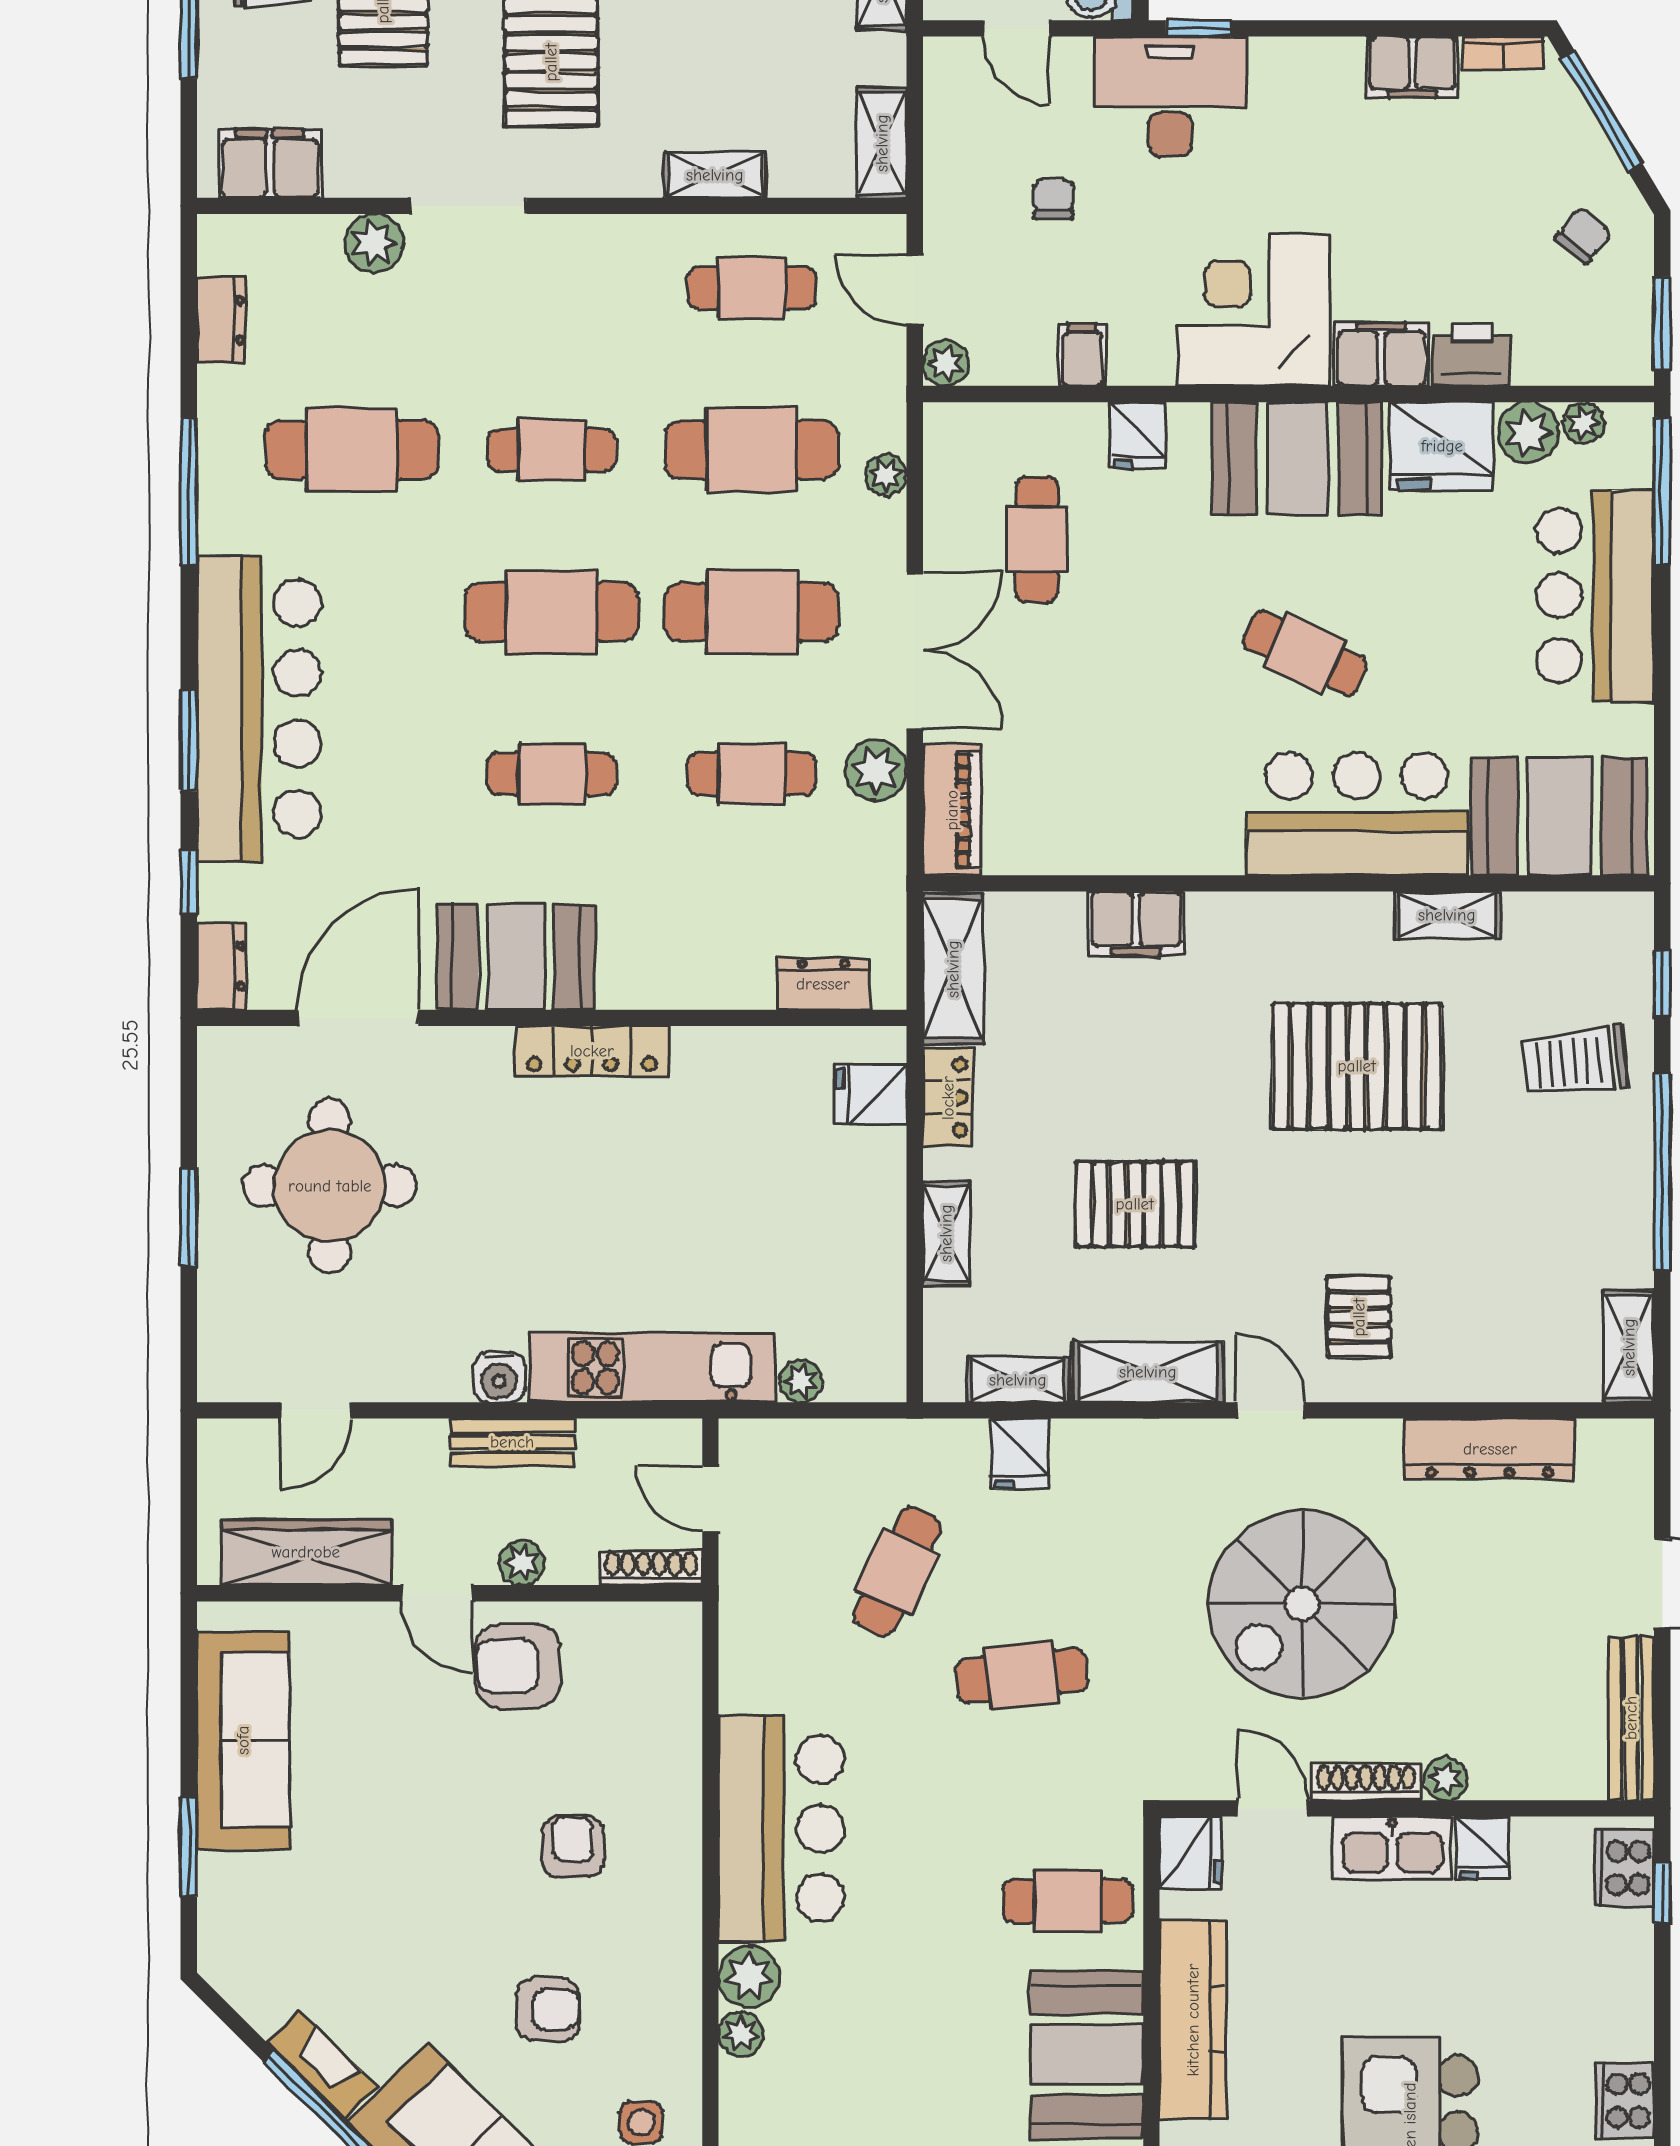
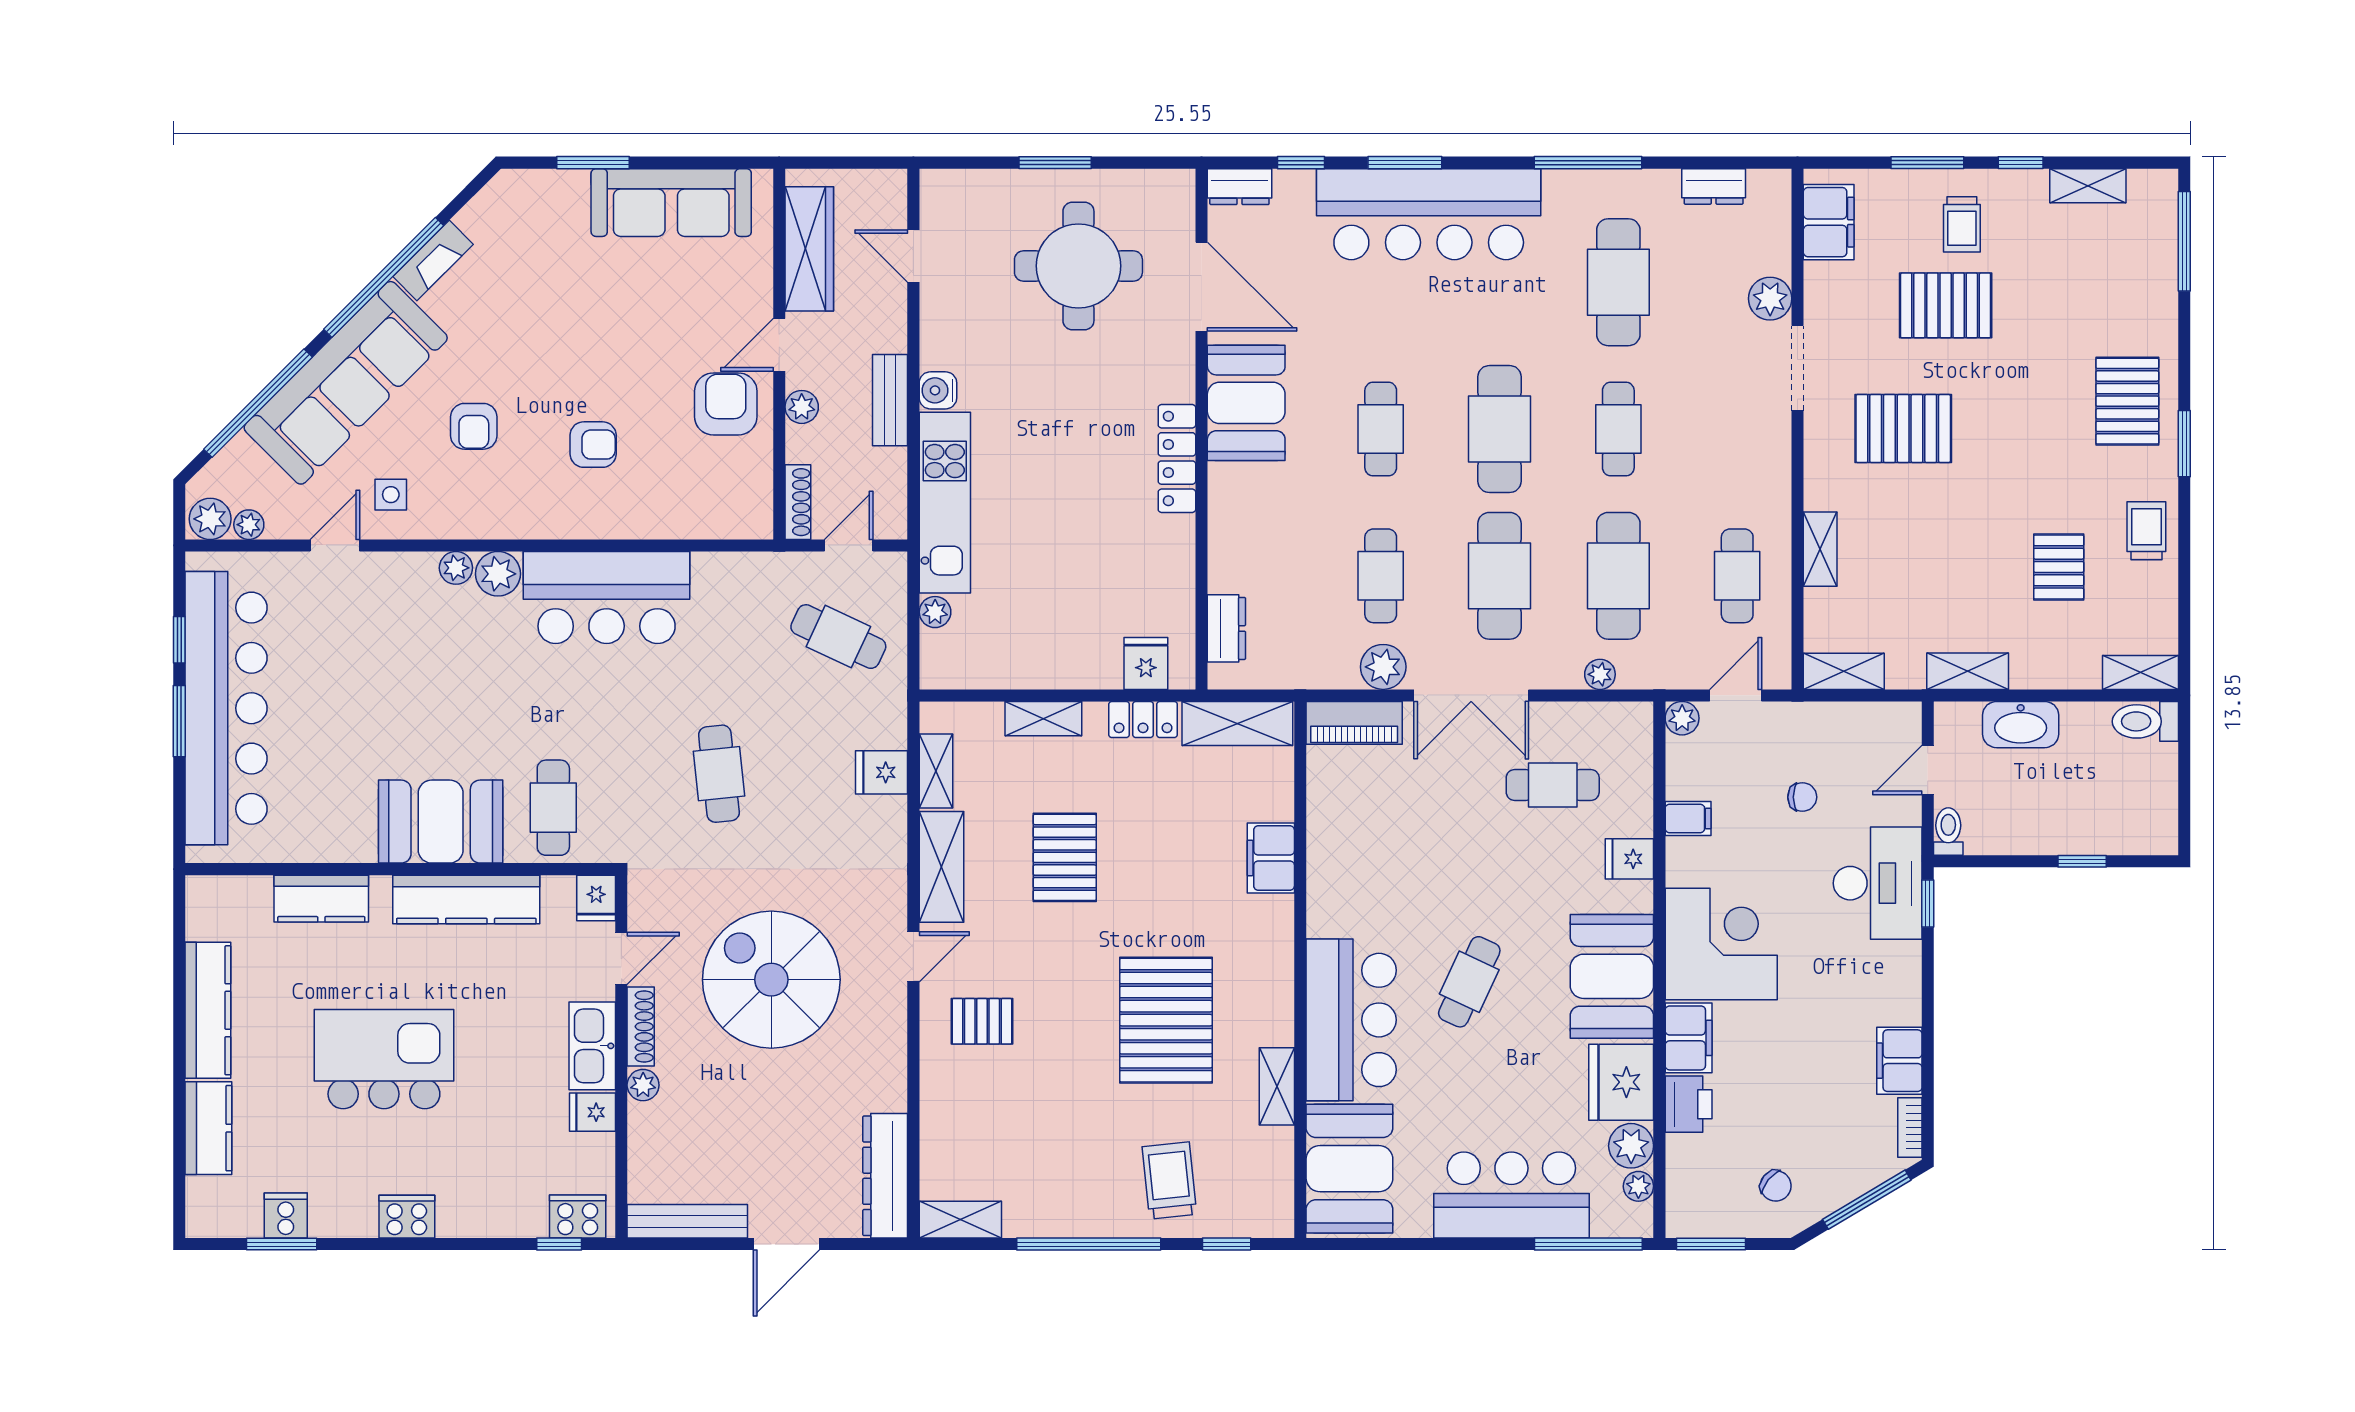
dresser: (1490, 1449) -> (885, 1176), moved
cafe table: (897, 1571) -> (838, 637), moved
fridge: (1191, 1853) -> (596, 898), width x0.72

